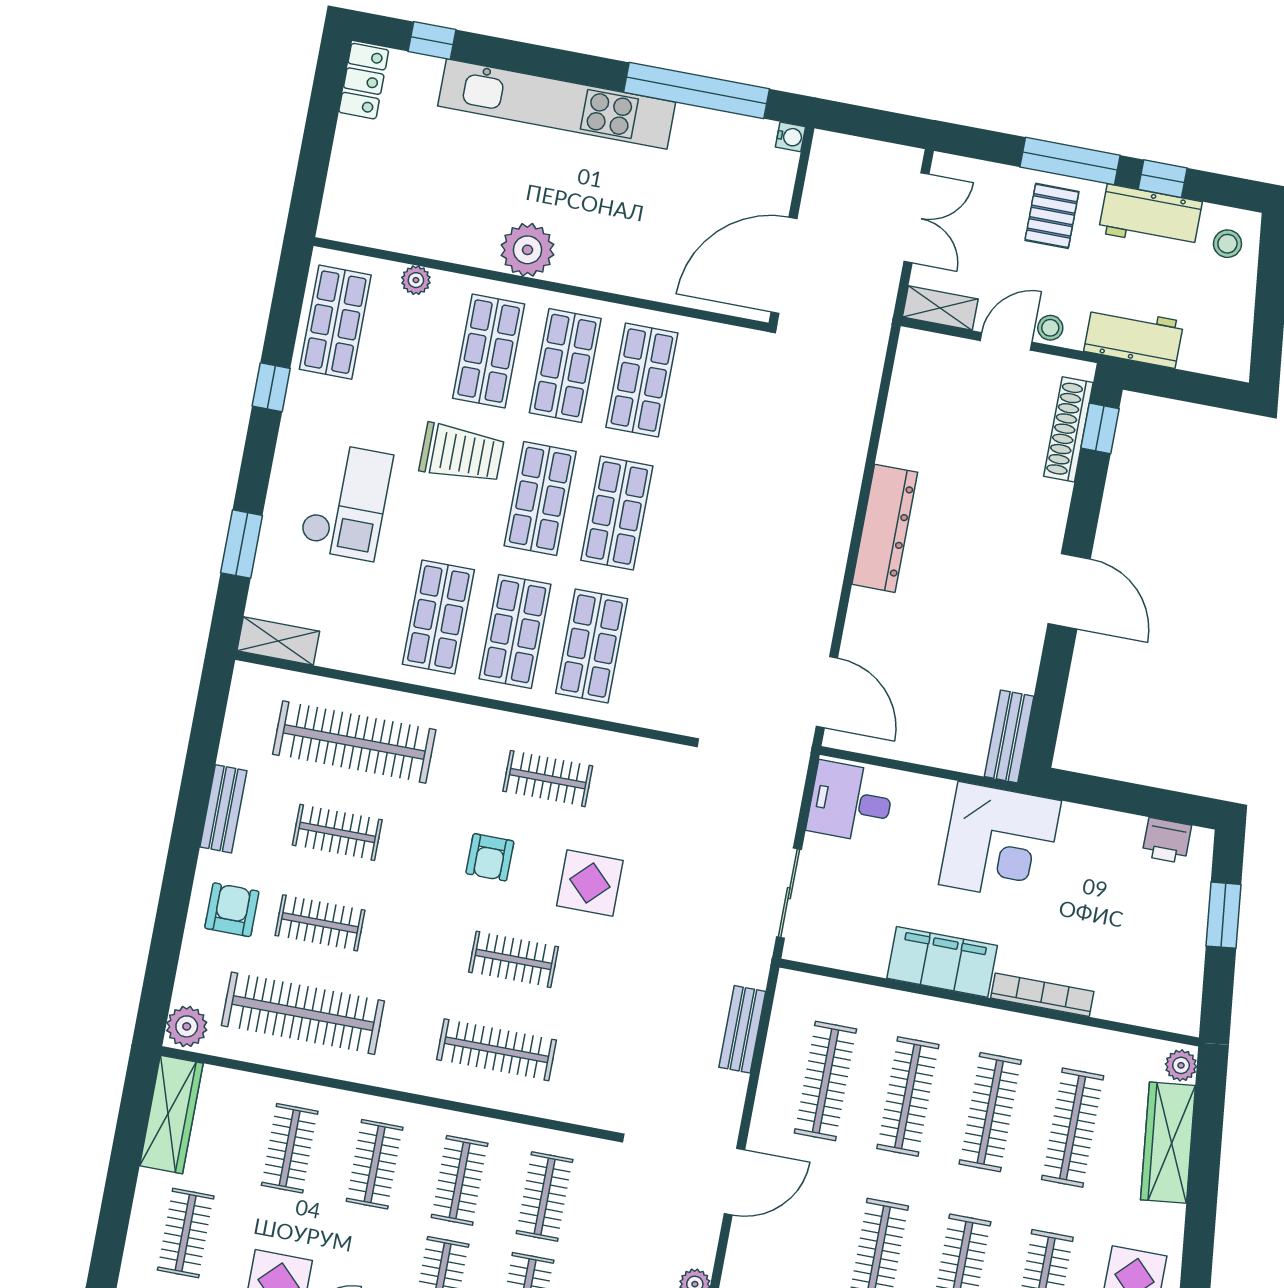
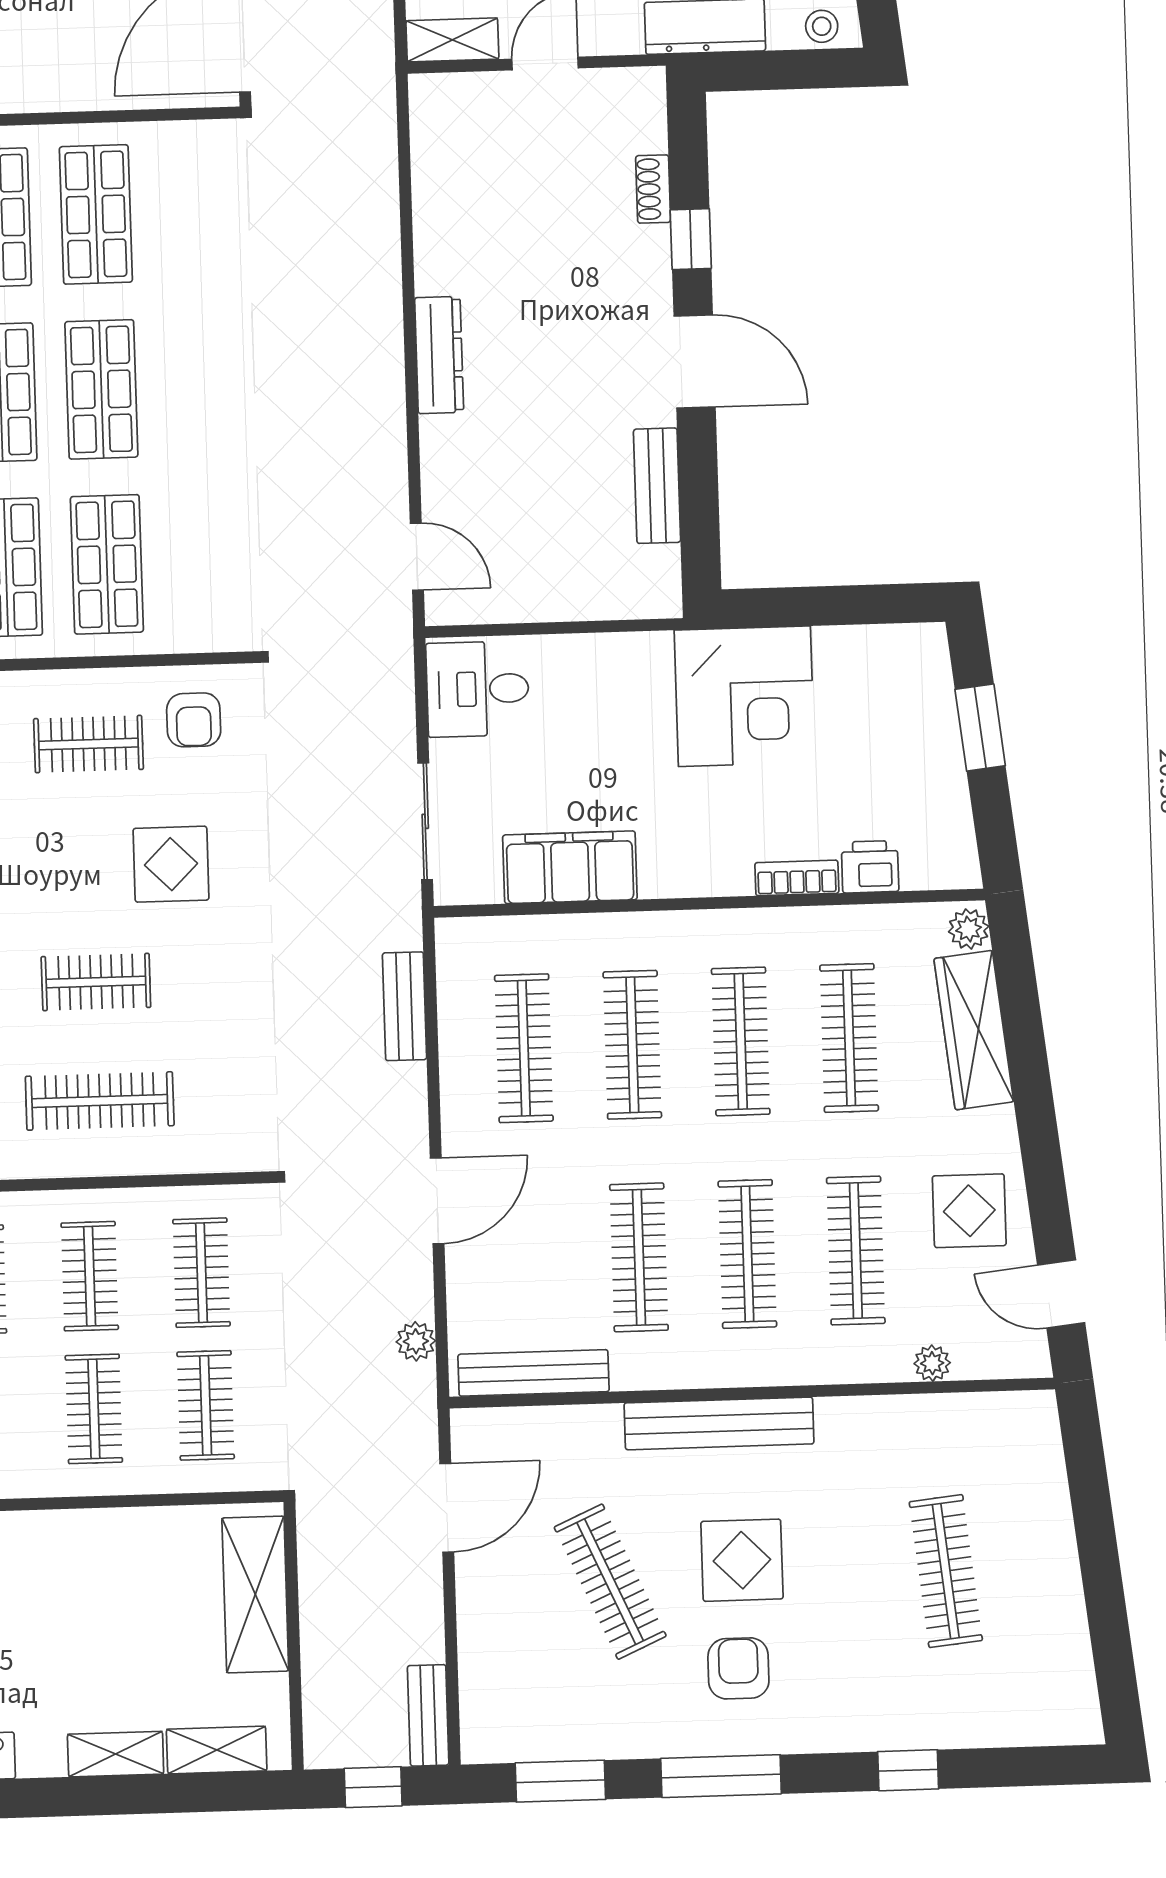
stool: (1050, 328) -> (822, 26), moved
window: (1100, 428) -> (691, 239), moved
shoe rack: (1068, 429) -> (653, 189), width x0.51, depth x0.81
dresser: (885, 528) -> (439, 355), width x0.73, depth x0.80
door: (827, 692) -> (417, 557), width x0.73
bench: (1009, 736) -> (657, 486), moved
printer: (1167, 841) -> (870, 867), moved, turned 180
corner desk: (1000, 843) -> (744, 696), moved
armchair: (490, 857) -> (194, 720), moved
filing cabinet: (942, 962) -> (570, 867), moved
bookcase: (1042, 995) -> (797, 878), width x0.64

